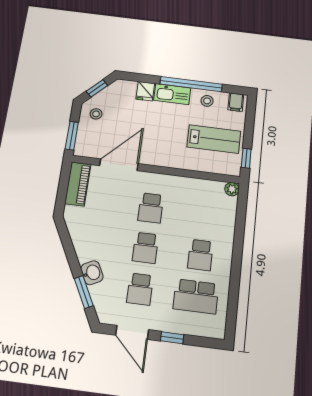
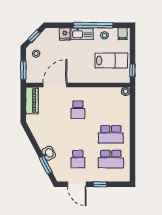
school desk: (145, 248) -> (78, 134), removed
school desk: (200, 255) -> (111, 134), width x1.85

